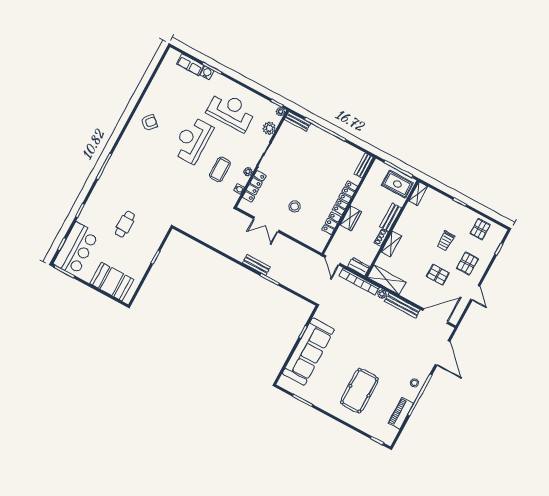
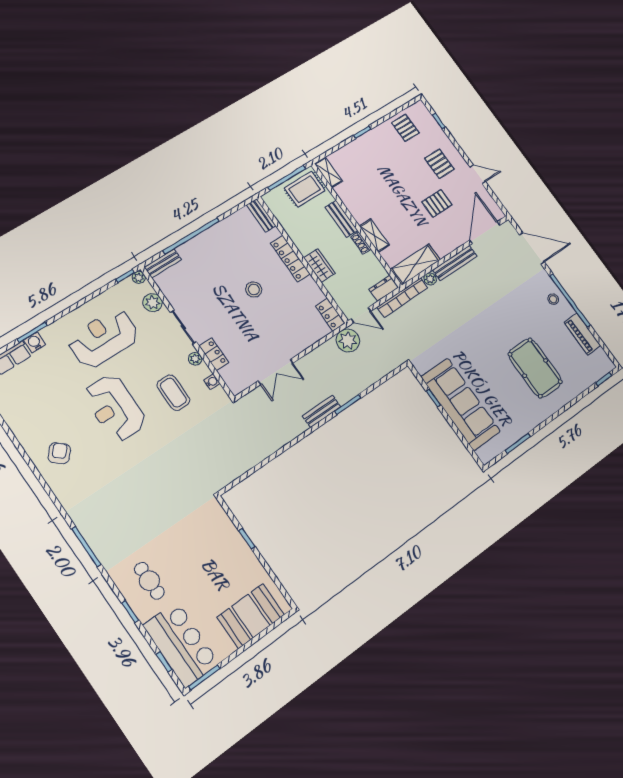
locker: (254, 186) -> (214, 354), width x0.66
stool: (295, 206) -> (254, 289), moved
locker: (331, 223) -> (330, 315), moved
cafe table: (125, 224) -> (149, 581), moved
trolley: (446, 241) -> (401, 173), removed
plant: (311, 260) -> (348, 340), added

